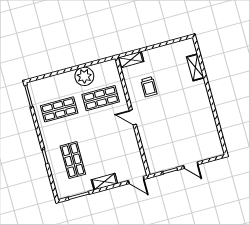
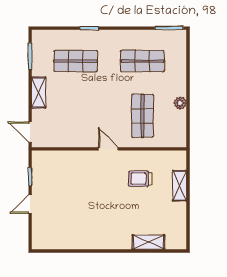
shelving: (131, 60) -> (180, 186), moved
plant: (84, 76) -> (180, 103), width x0.53, depth x0.53
shop shelf: (59, 109) -> (142, 61), turned 90
door: (133, 117) -> (108, 149), hinge flipped
door: (136, 180) -> (30, 132), hinge flipped

